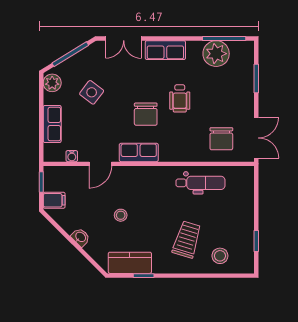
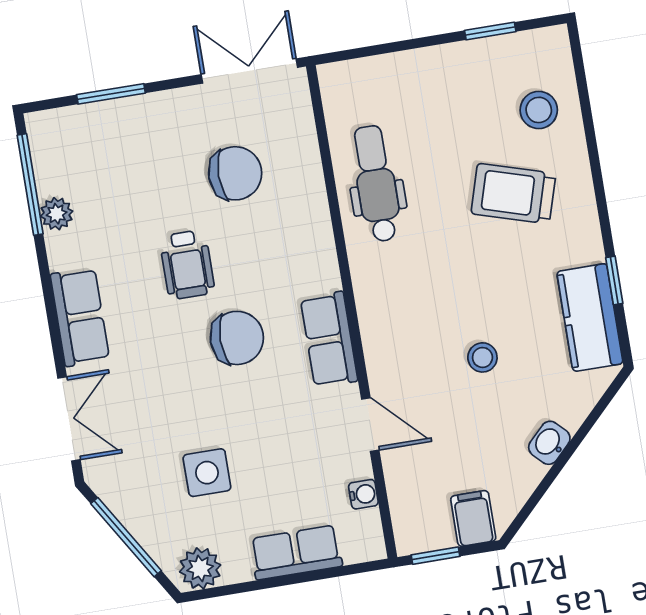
plant: (216, 54) -> (57, 214), width x0.53, depth x0.53
side table: (92, 92) -> (207, 473), turned -37
wheelchair: (180, 98) -> (187, 265), turned 90
chair: (221, 139) -> (235, 173), moved

